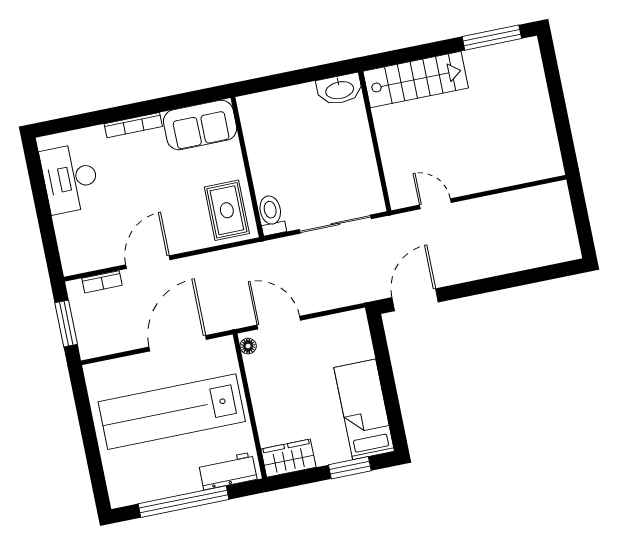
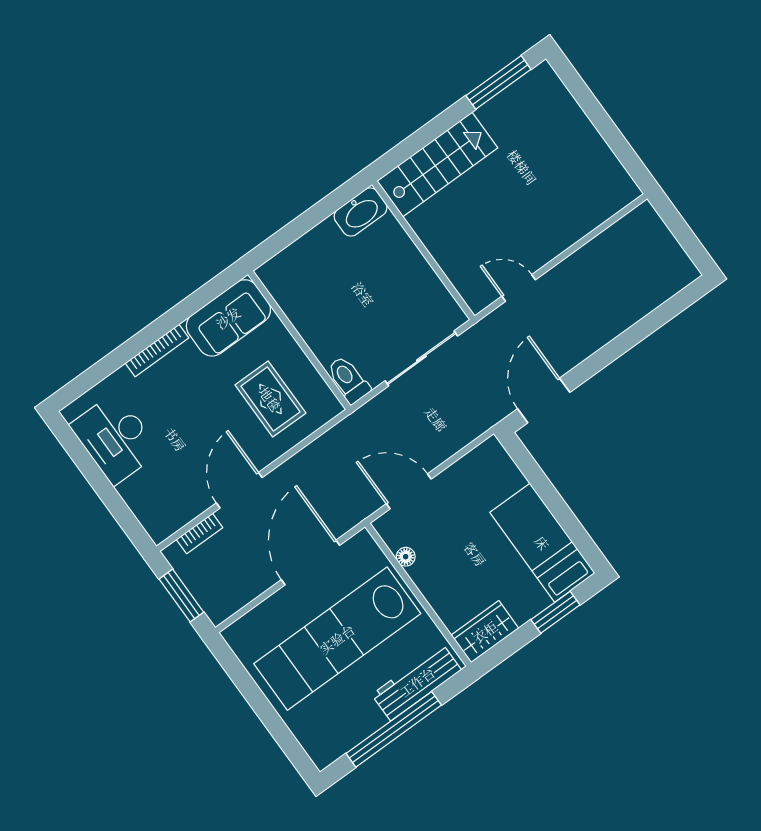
rug: (227, 210) -> (270, 399), moved
floor lamp: (248, 346) -> (406, 557), moved
workbench: (228, 471) -> (417, 682), width x1.38

